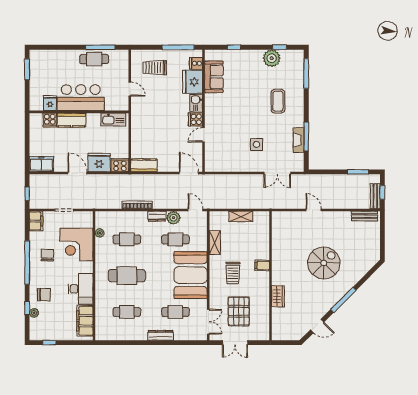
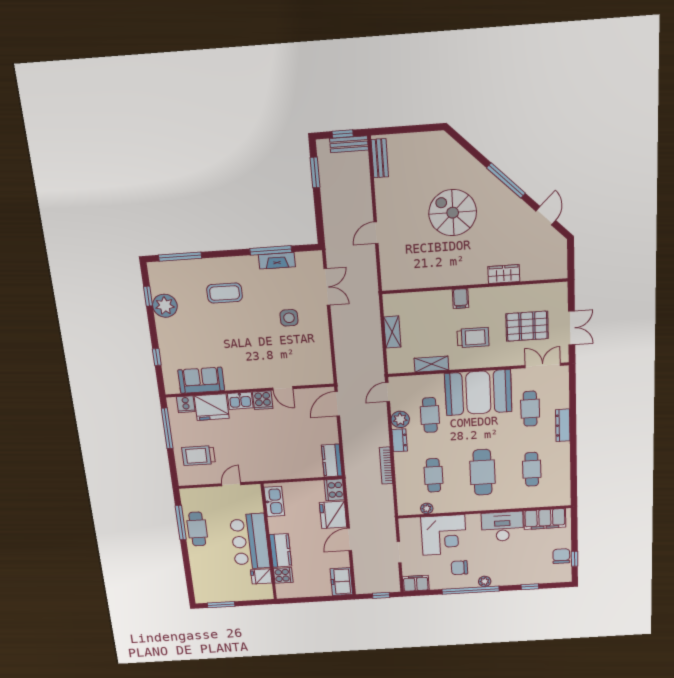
trolley: (155, 68) -> (199, 456), turned 90
chair: (44, 295) -> (561, 556), moved
plant: (34, 313) -> (485, 581), moved

